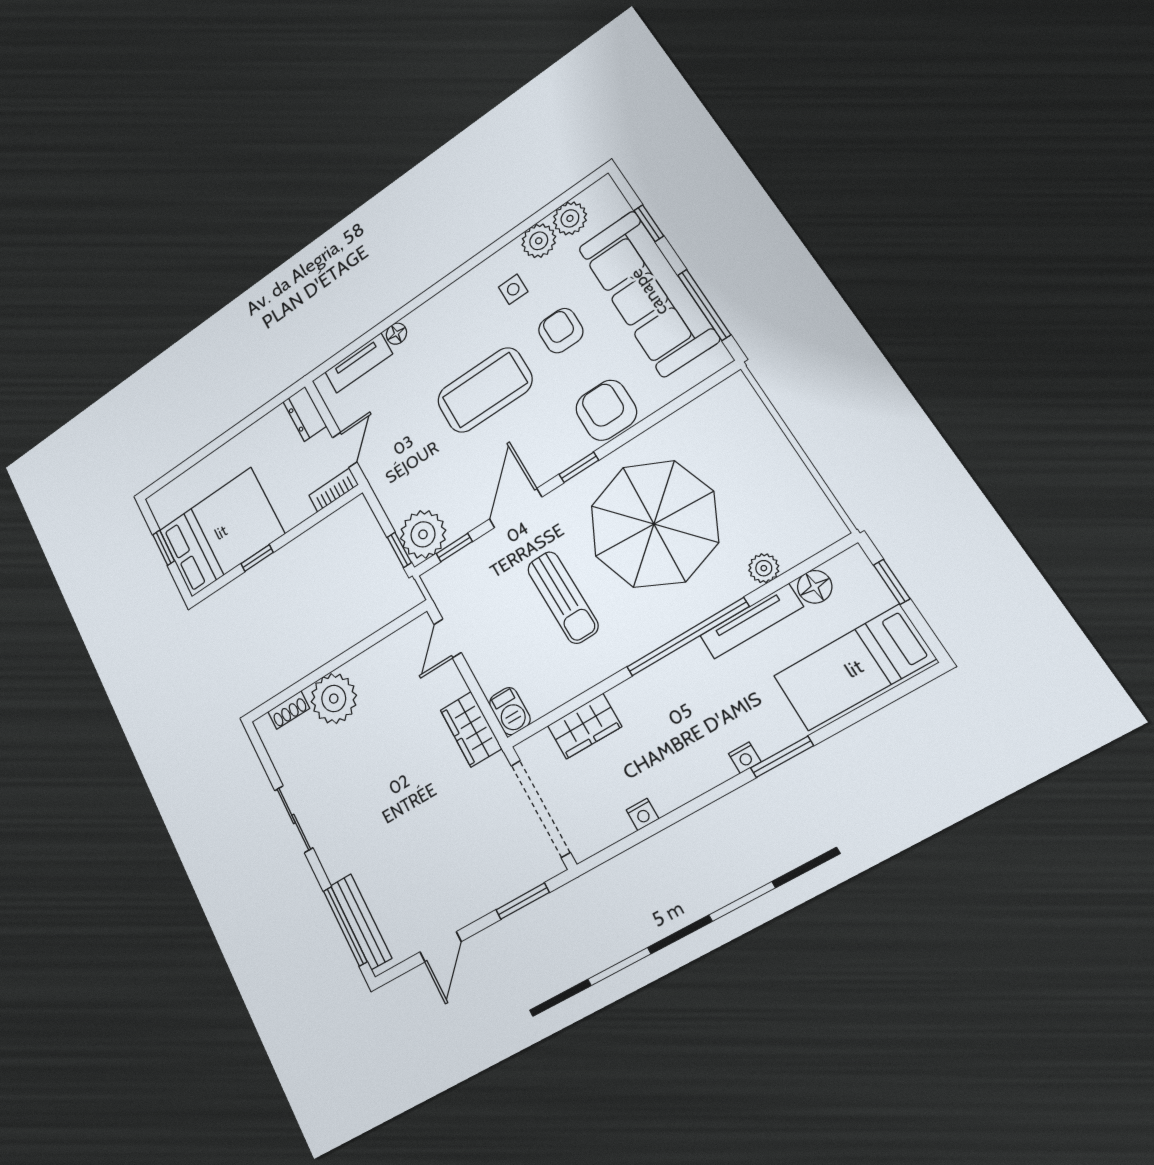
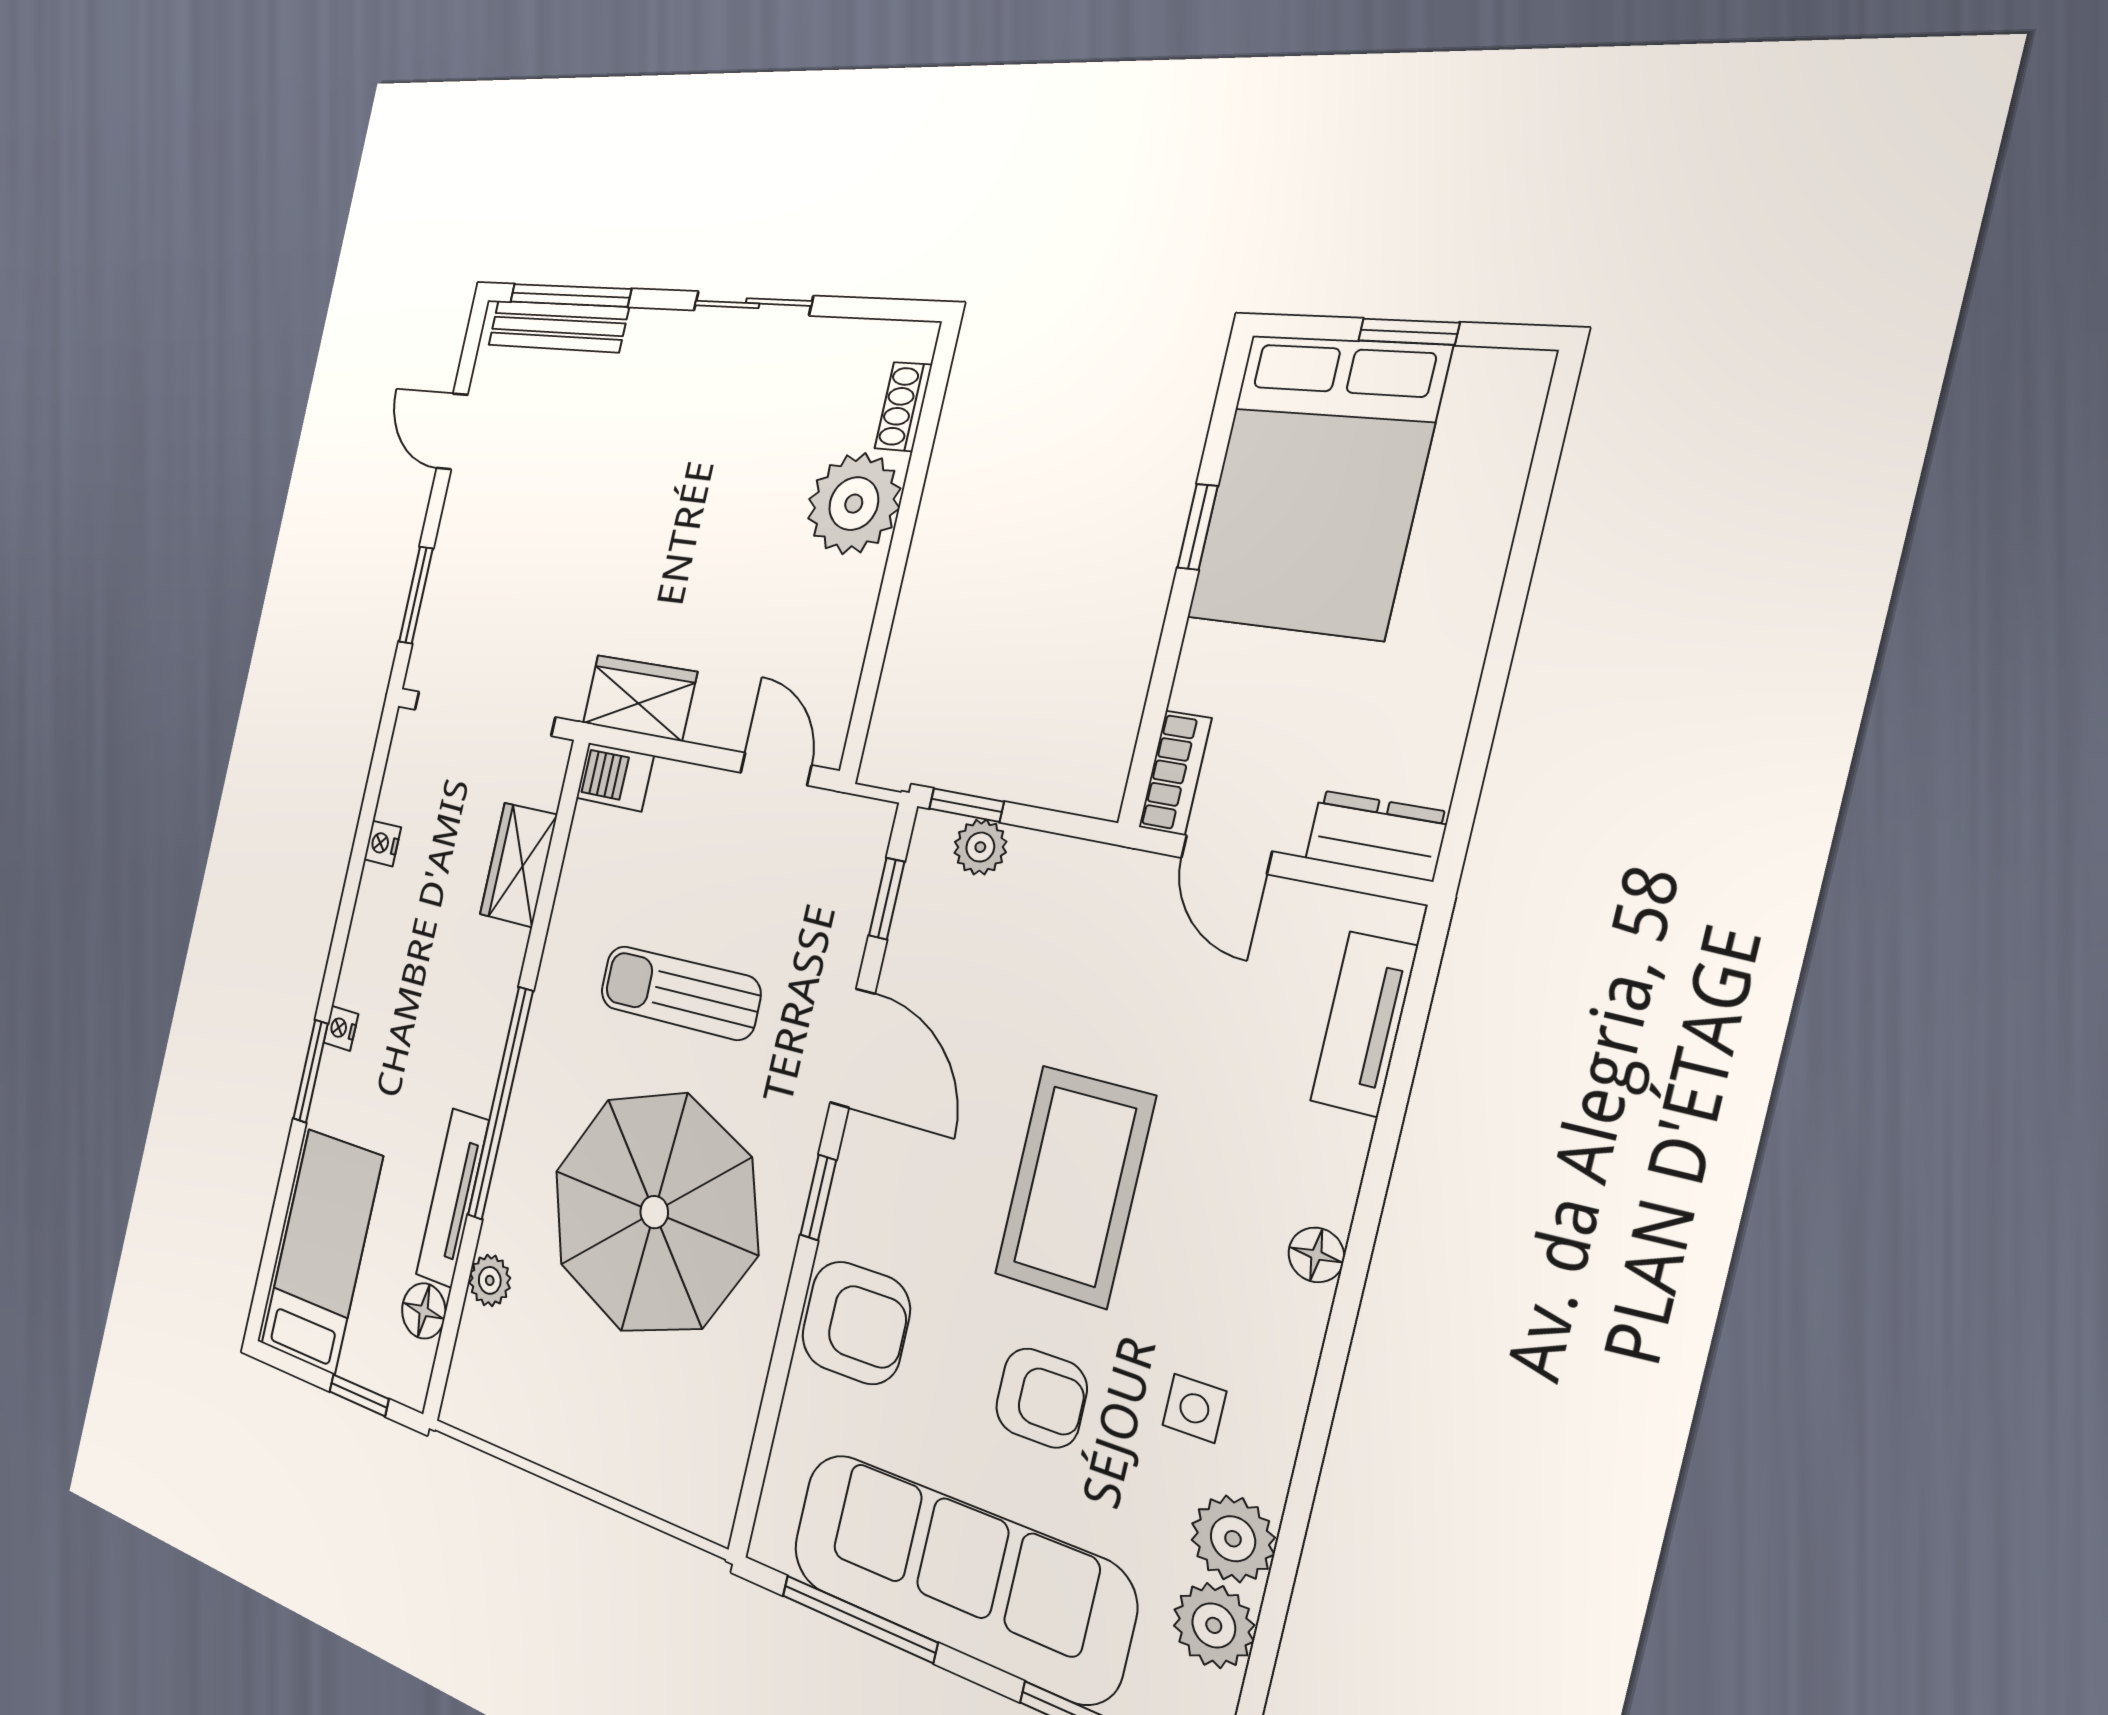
floor lamp: (396, 334) -> (1316, 1255), moved
plant: (423, 534) -> (980, 847), width x0.53, depth x0.53

